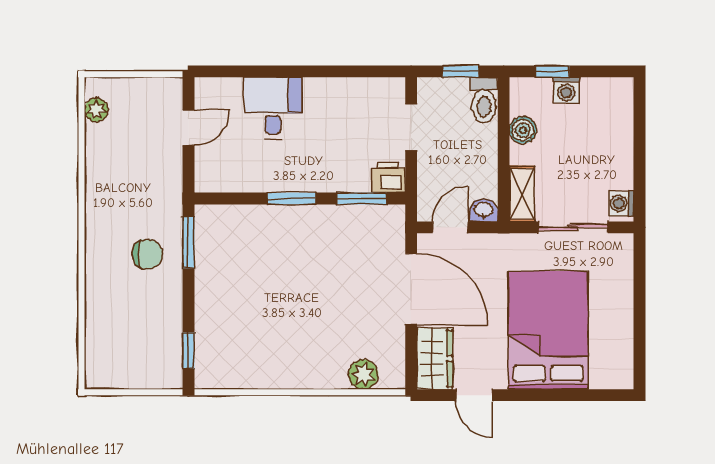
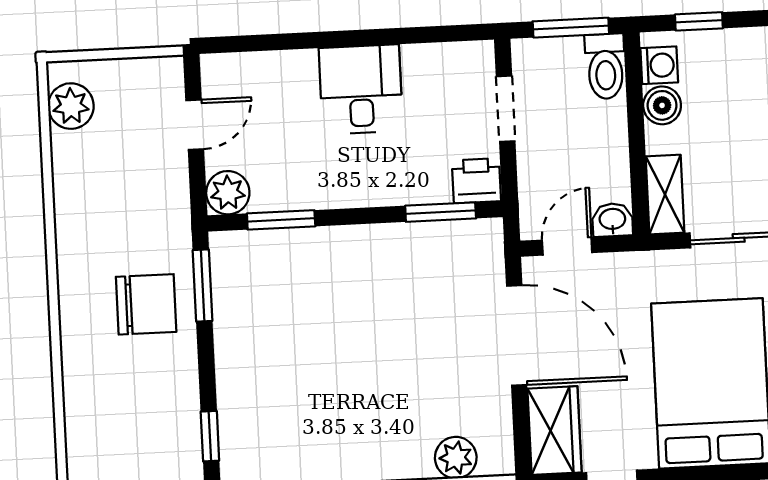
window: (461, 71) -> (571, 28), width x1.50
washing machine: (566, 90) -> (659, 65), moved, turned -90
desk: (273, 108) -> (361, 89), moved
plant: (96, 110) -> (71, 106), width x1.38, depth x1.38
plant: (210, 177) -> (228, 193), added
window: (292, 199) -> (281, 220), moved
chair: (148, 254) -> (146, 304), width x1.37, depth x1.37

